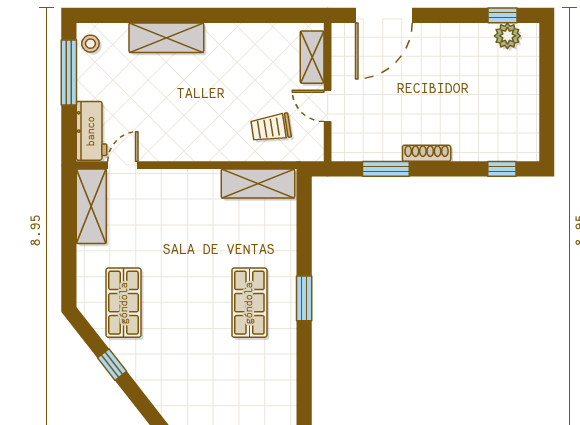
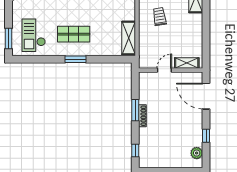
window: (502, 15) -> (206, 136), moved
trolley: (271, 128) -> (160, 17), moved
window: (386, 169) -> (135, 110), moved
checkout: (252, 389) -> (34, 35), added

